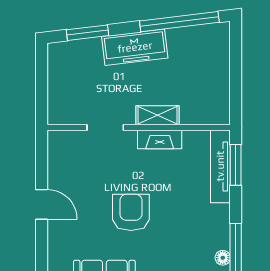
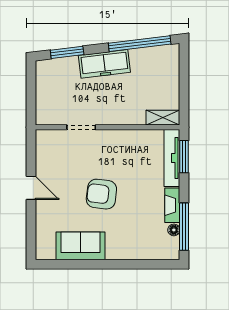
shelving: (158, 115) -> (163, 118), moved
fireplace: (160, 140) -> (172, 205), moved, turned 90
armchair: (131, 212) -> (101, 194), turned -83

